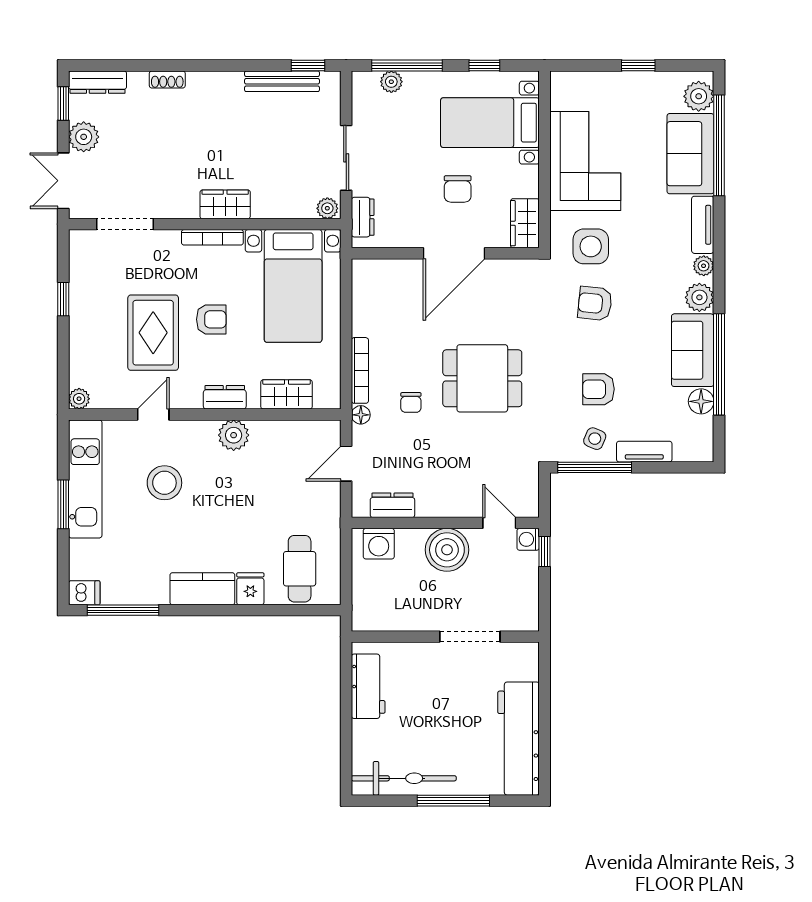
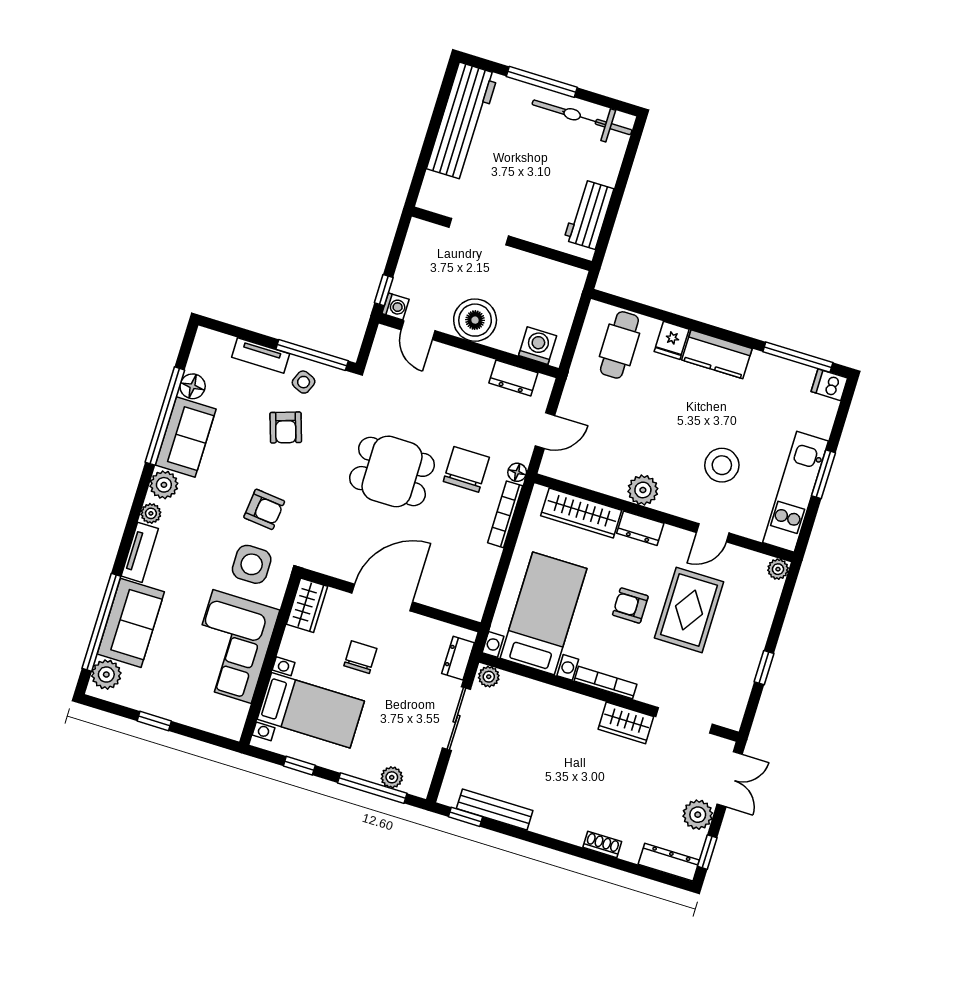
wardrobe: (225, 204) -> (626, 723), moved
armchair: (598, 389) -> (286, 427), turned 72
wardrobe: (287, 394) -> (581, 513), width x1.50
chair: (411, 402) -> (466, 469), width x1.87, depth x1.87

